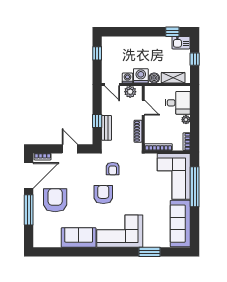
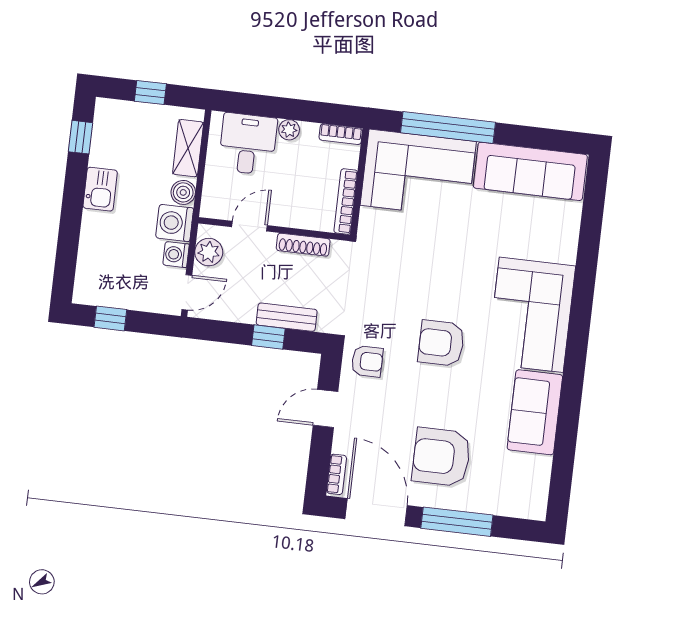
kitchen sink: (181, 43) -> (100, 189), moved
armchair: (113, 169) -> (367, 361), moved
window: (150, 252) -> (588, 251), removed

